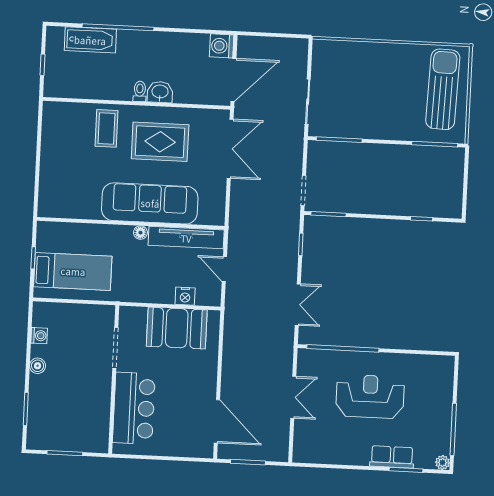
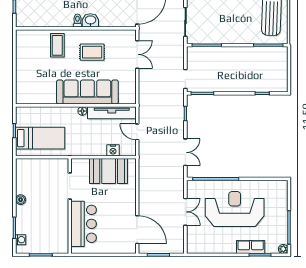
rug: (160, 142) -> (92, 52), width x0.73, depth x0.70
double door: (230, 149) -> (137, 54), width x0.73
washing machine: (39, 336) -> (21, 240), moved
reception desk: (370, 397) -> (235, 209), width x1.36, depth x1.30

